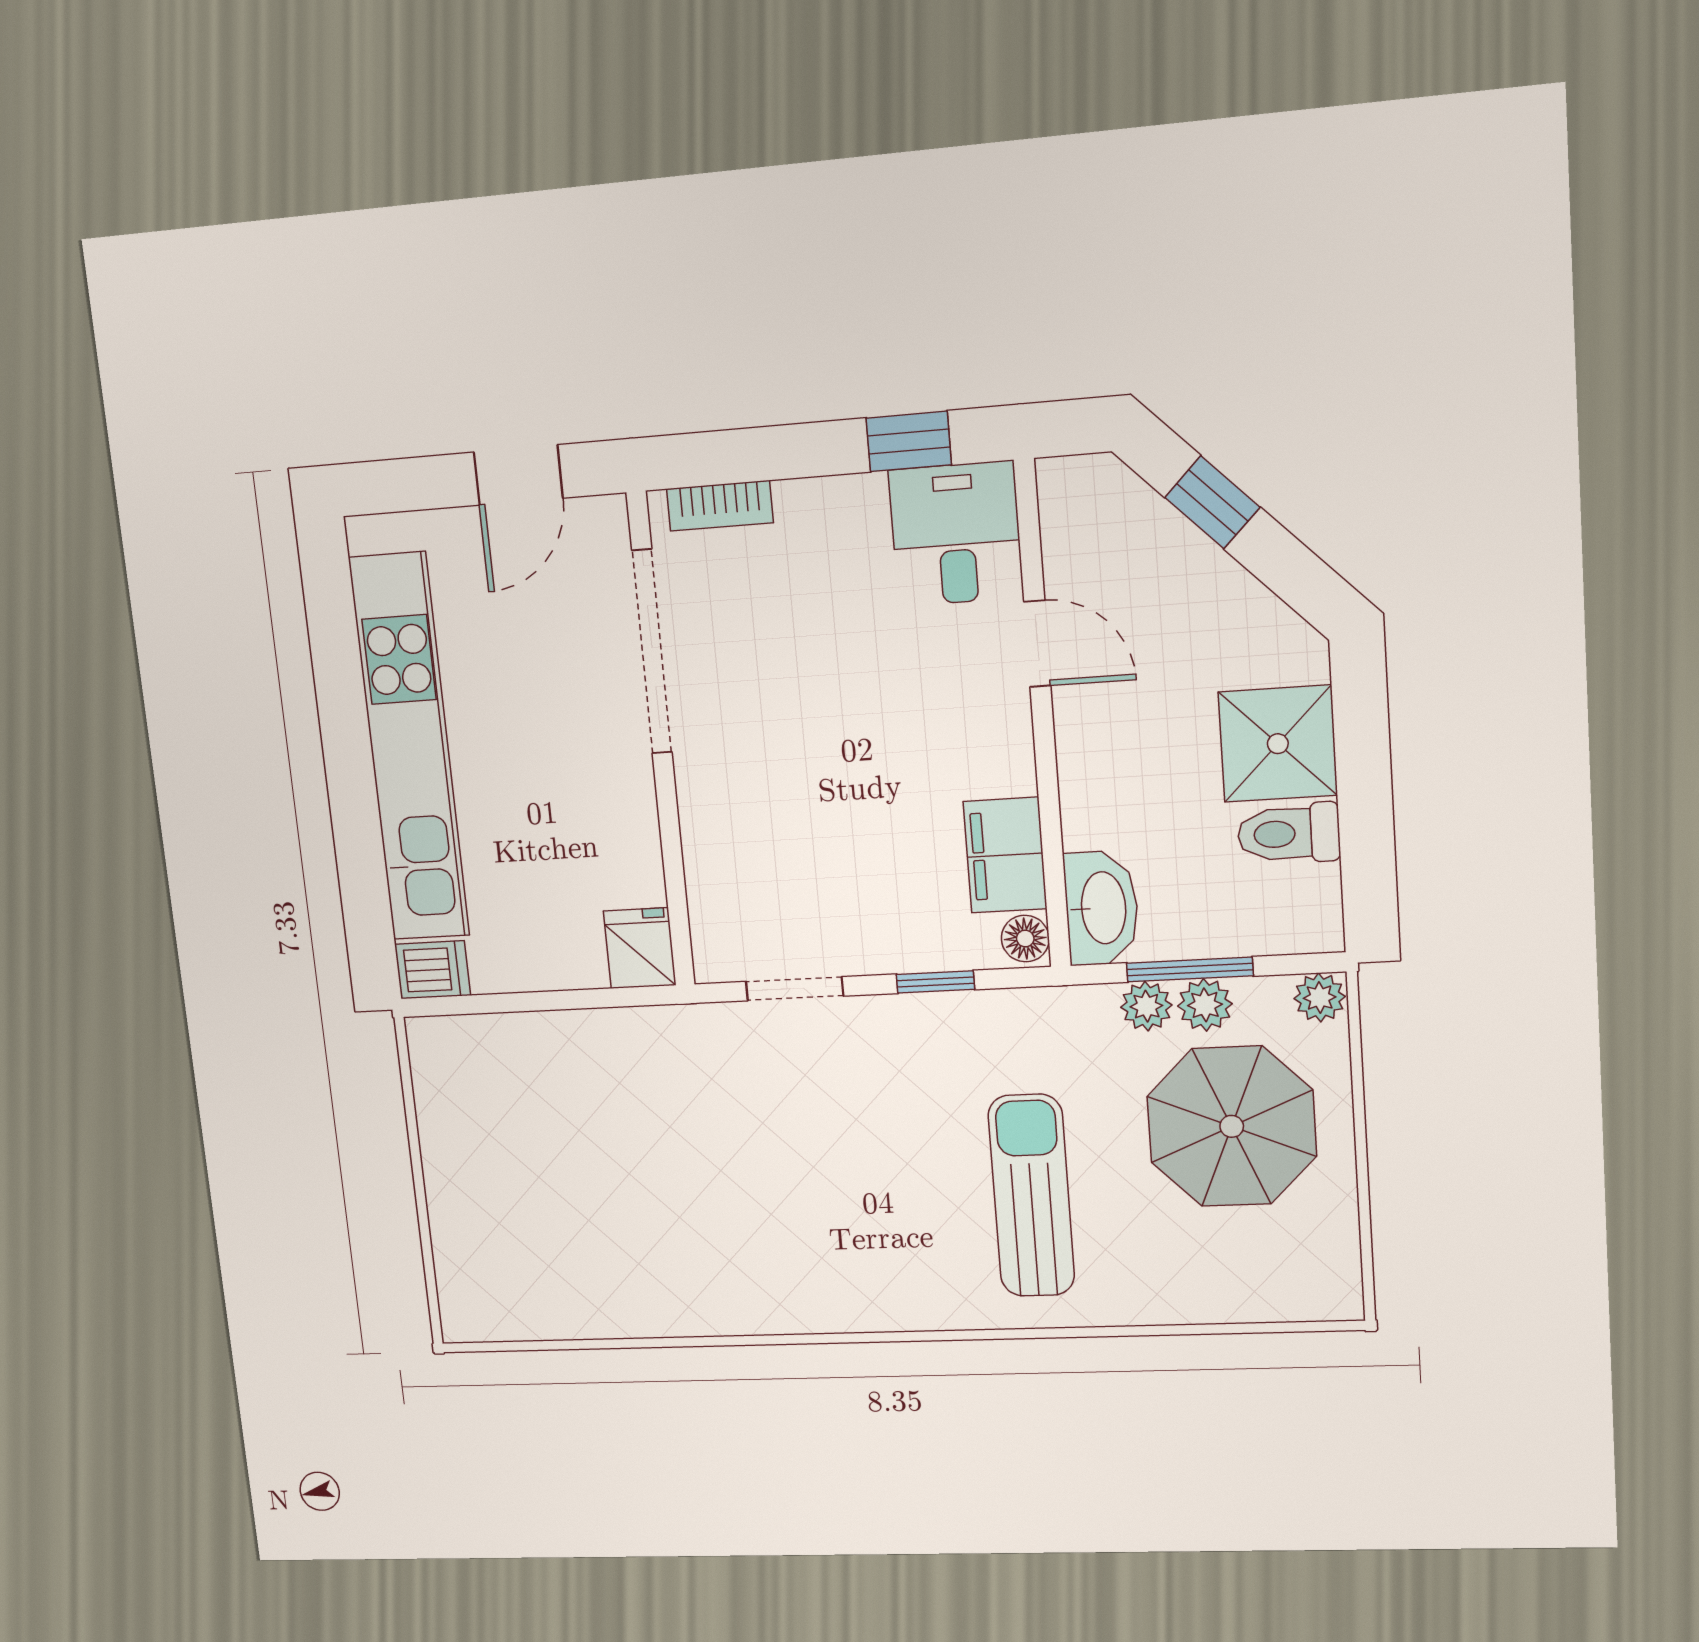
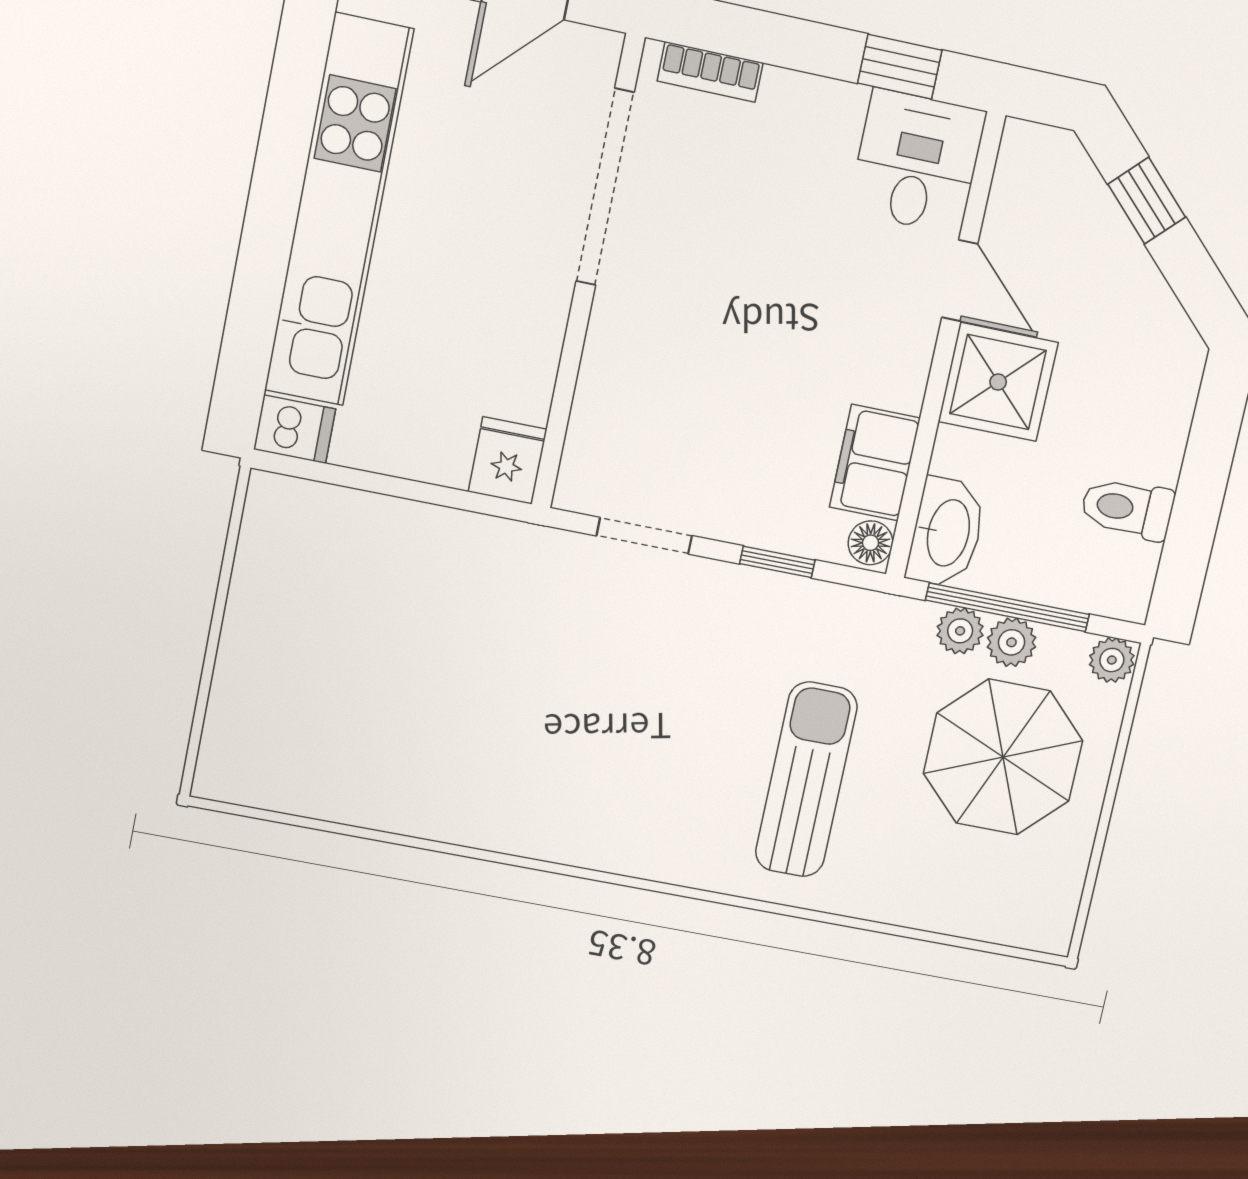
shower: (1278, 744) -> (998, 382), moved
window: (1190, 969) -> (1008, 607), width x1.44

